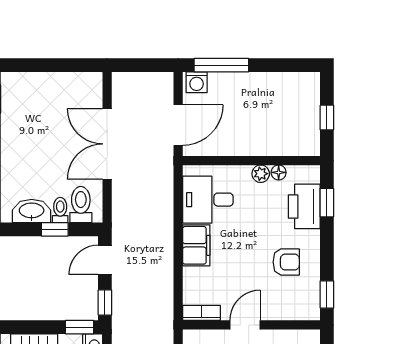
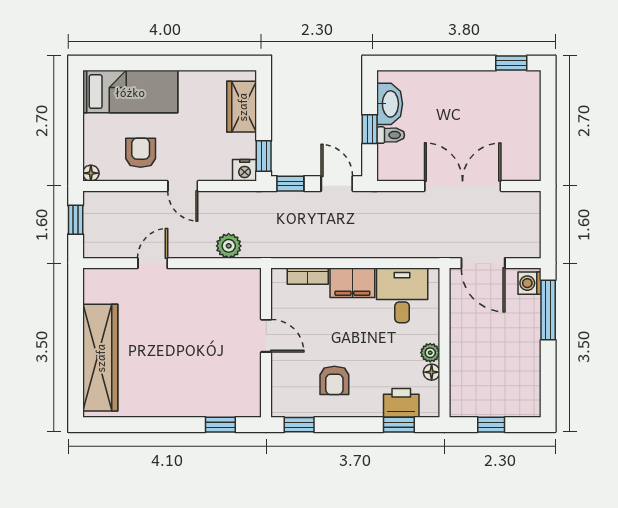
toilet: (81, 205) -> (397, 157), removed
printer: (304, 206) -> (401, 403), width x0.73, depth x0.84
bookcase: (201, 313) -> (308, 276), moved, turned 90

